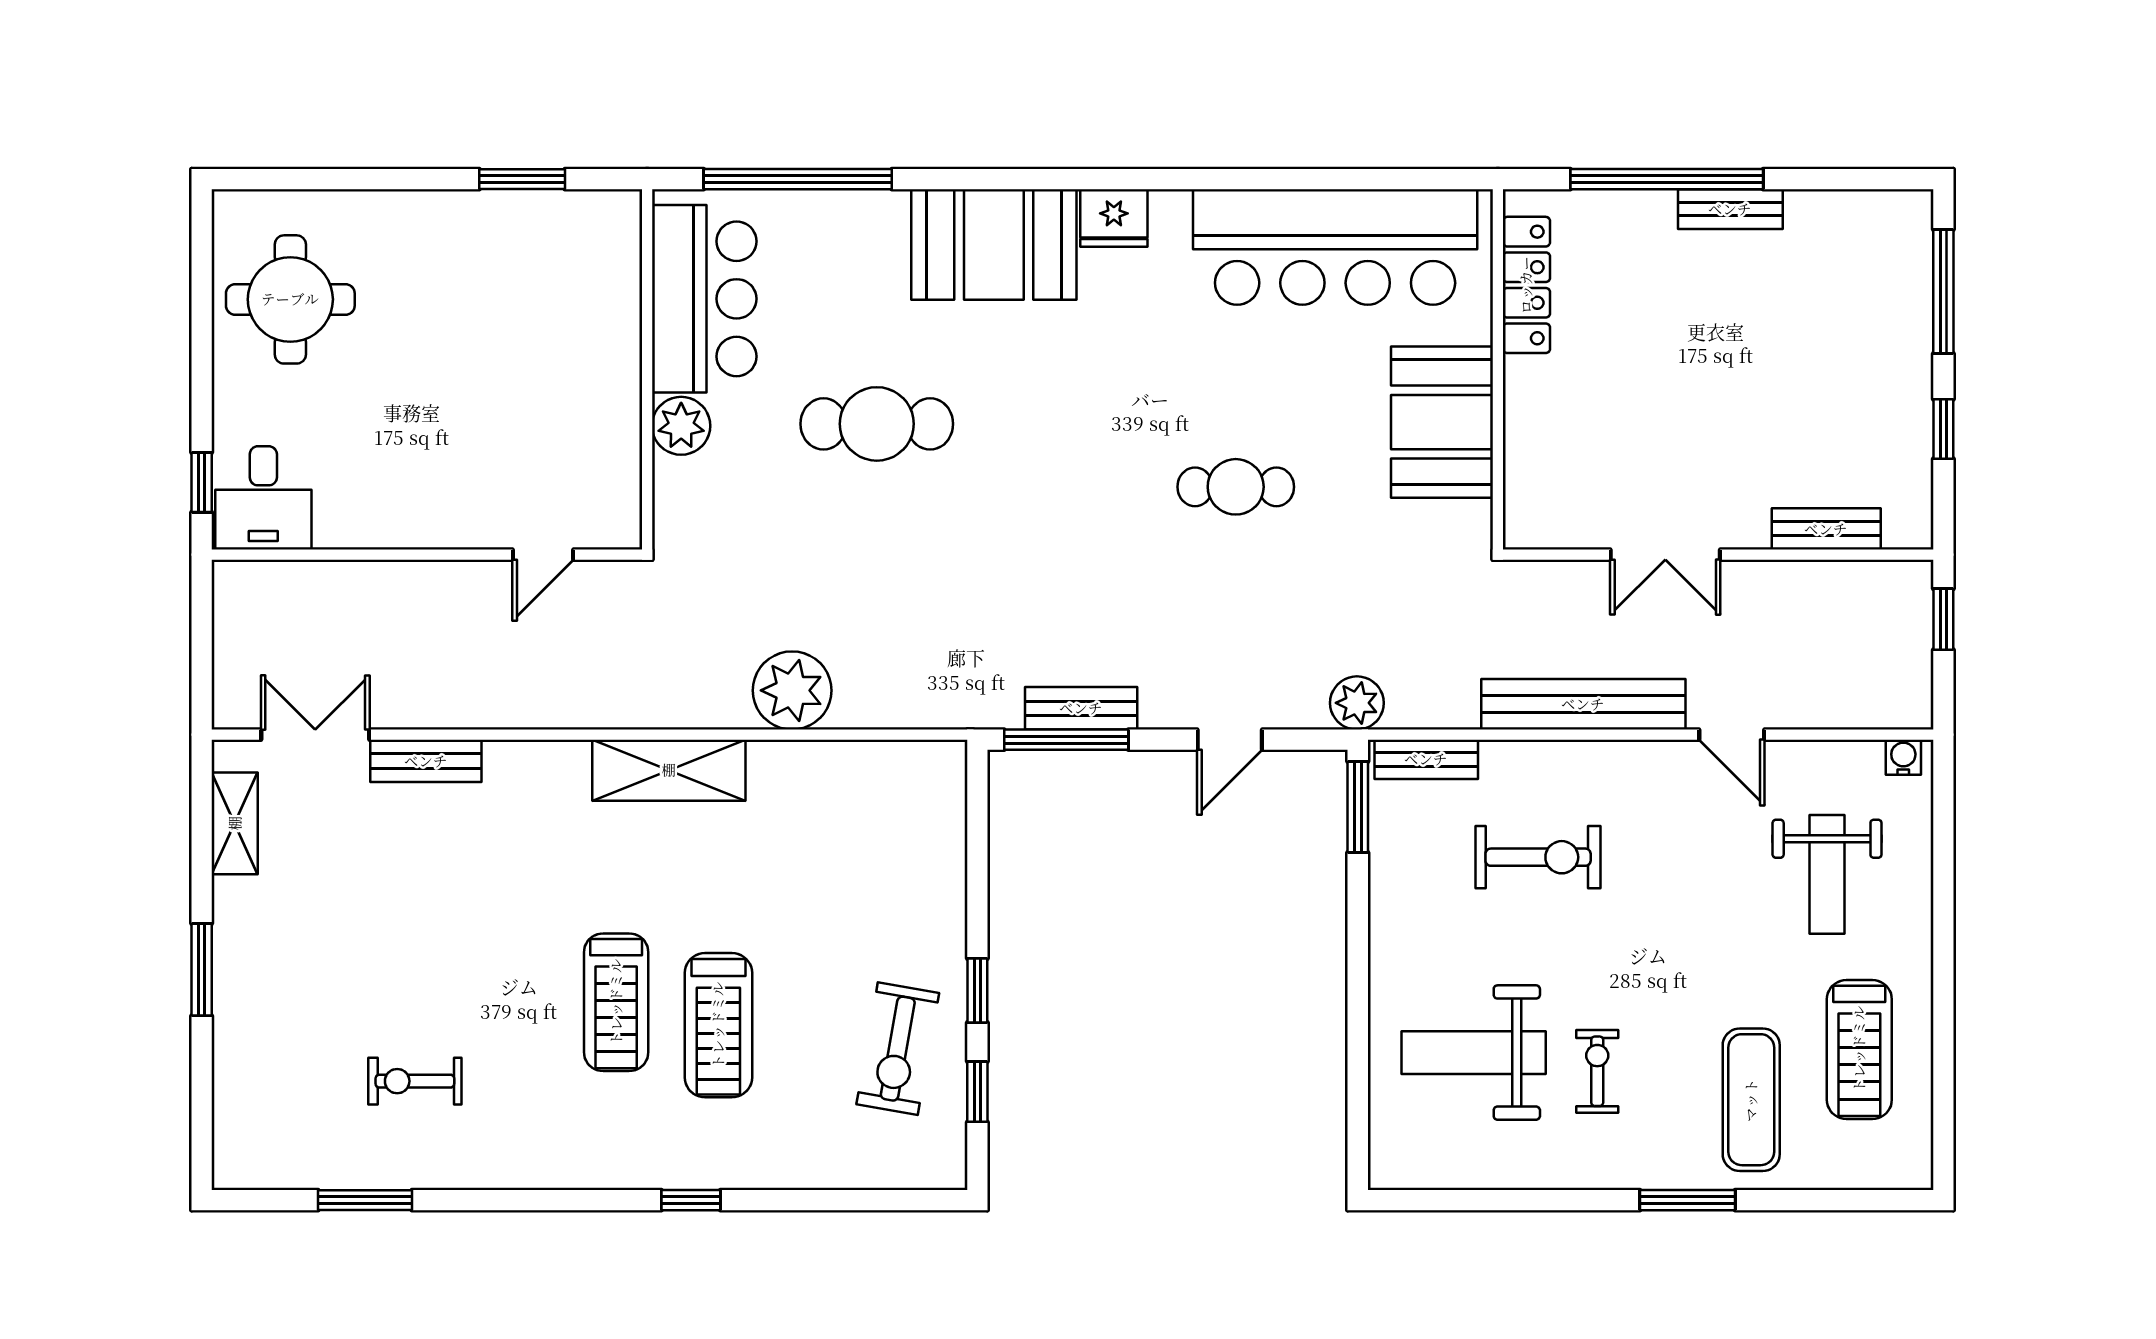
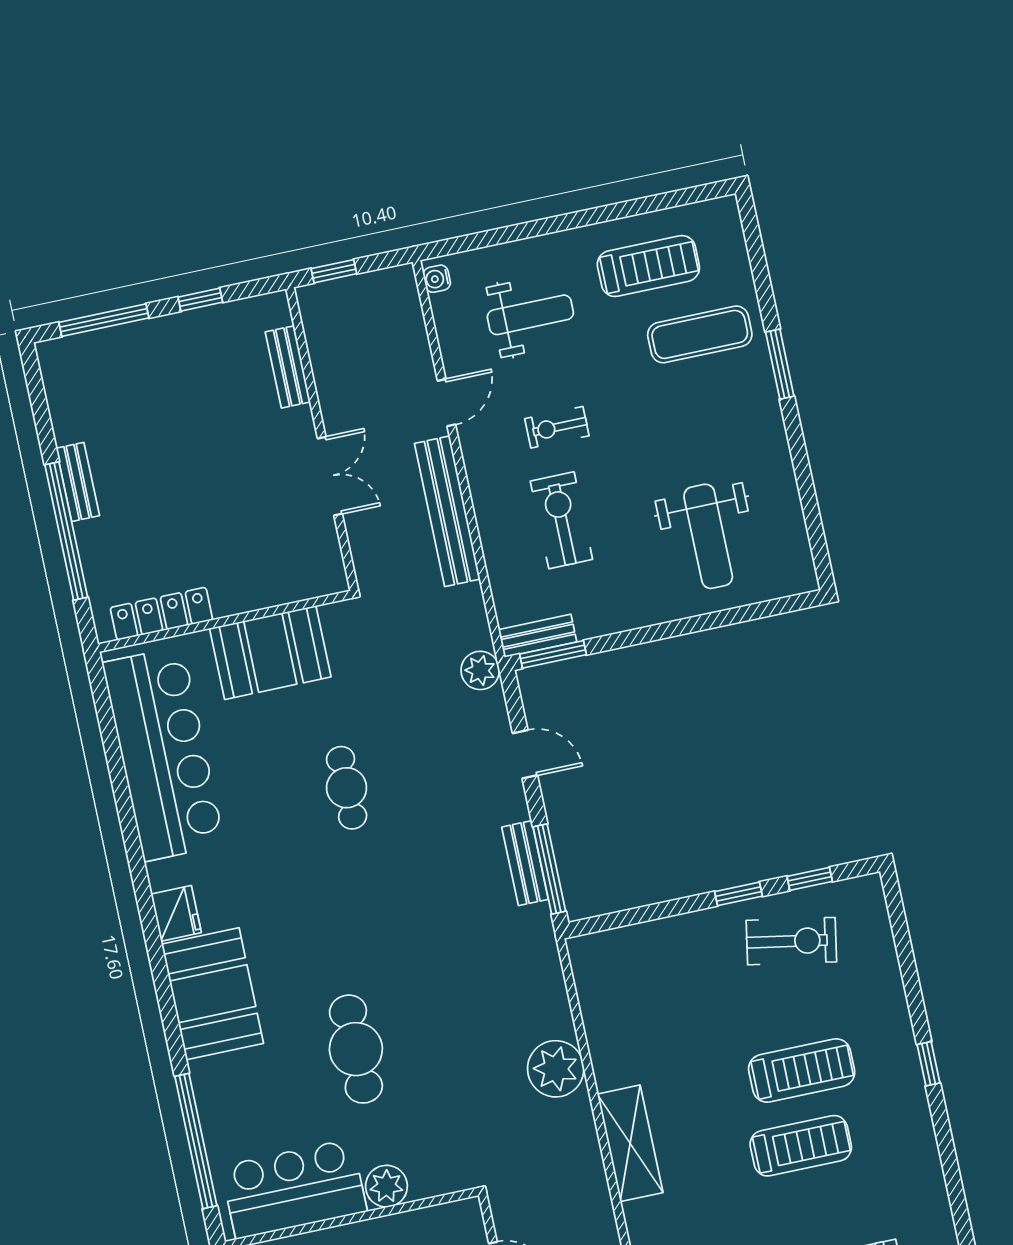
bench: (1426, 759) -> (538, 636), moved, turned 90
exercise bike: (1597, 1071) -> (557, 427), moved

